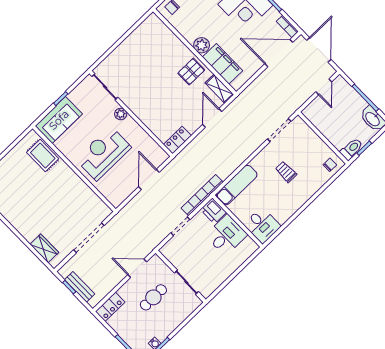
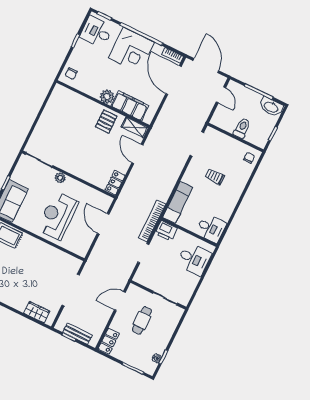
door: (279, 53) -> (173, 80), hinge flipped
toilet: (351, 149) -> (242, 128), moved
desk: (226, 235) -> (194, 259), moved, turned 90

